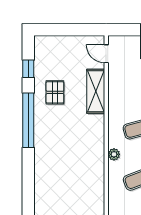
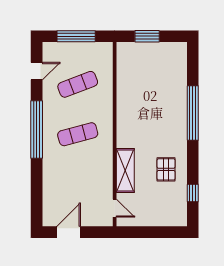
window: (28, 120) -> (193, 113), moved
plant: (114, 154) -> (107, 107), removed

